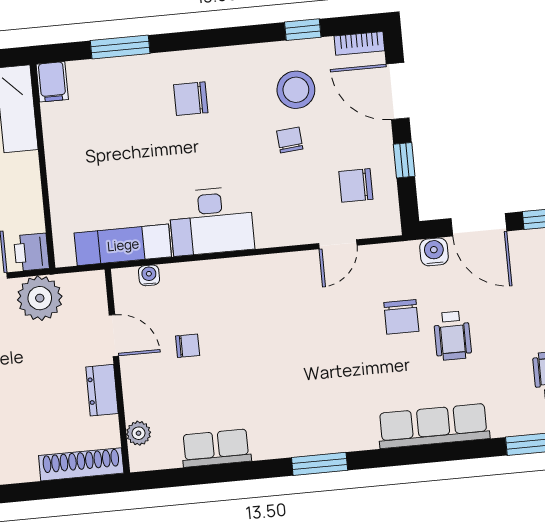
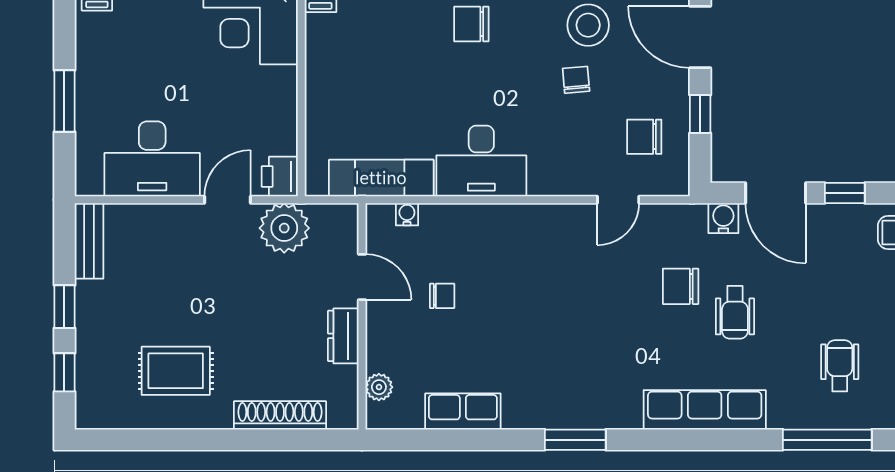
chair: (401, 317) -> (681, 286), turned 90
shoe rack: (81, 464) -> (280, 415), moved

